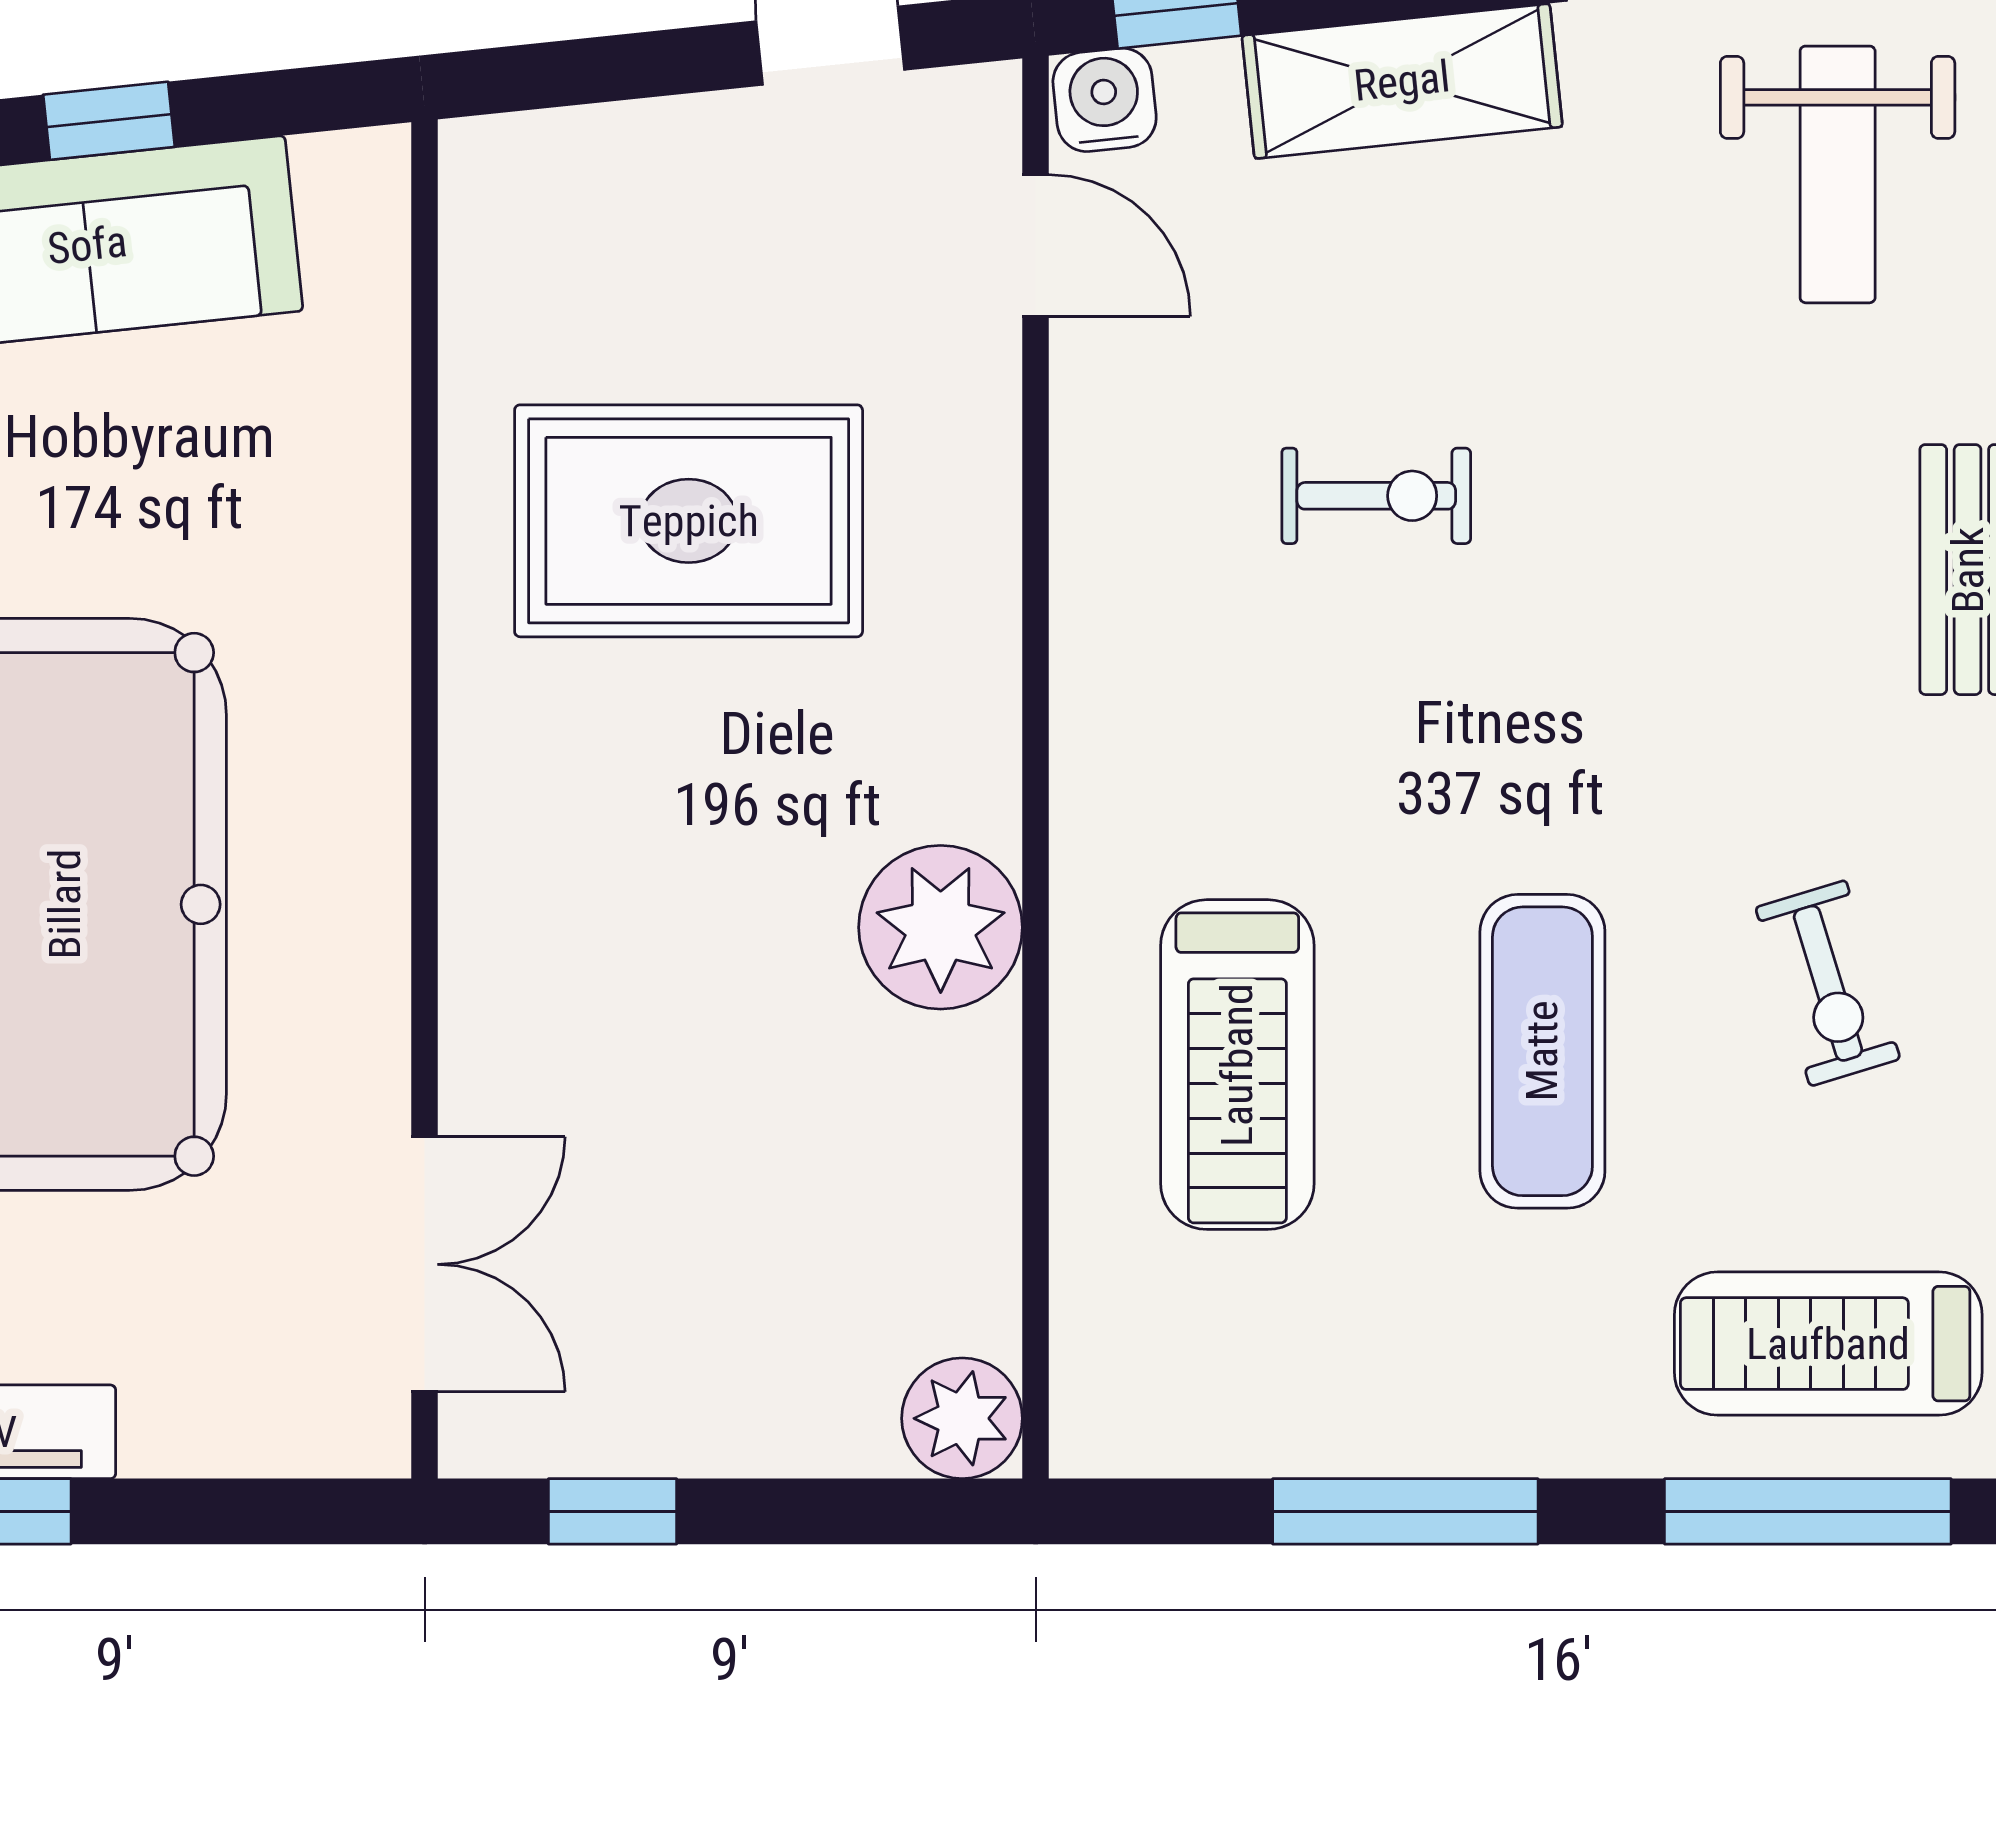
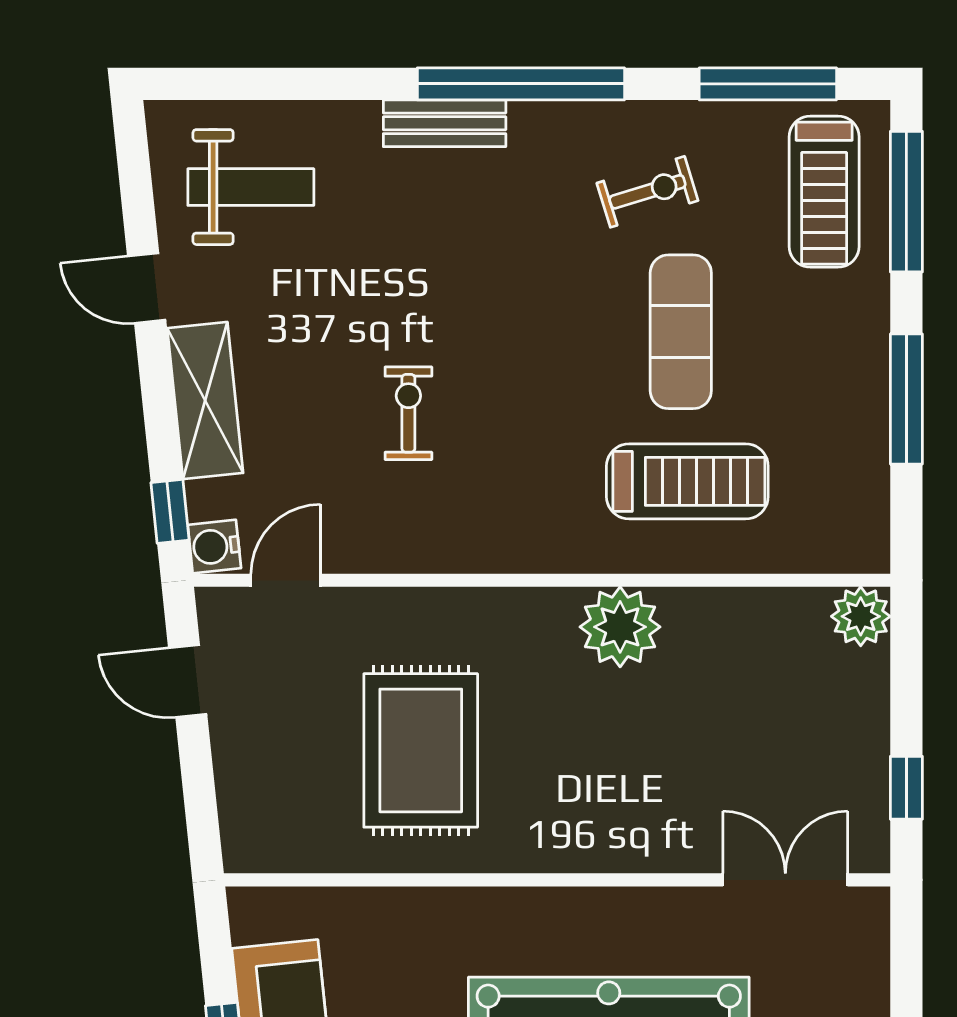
exercise mat: (1542, 1051) -> (681, 332), turned 90

